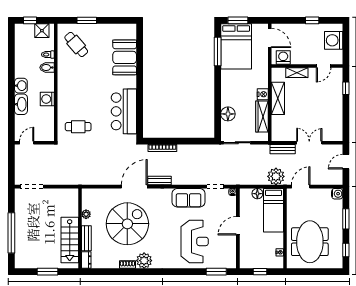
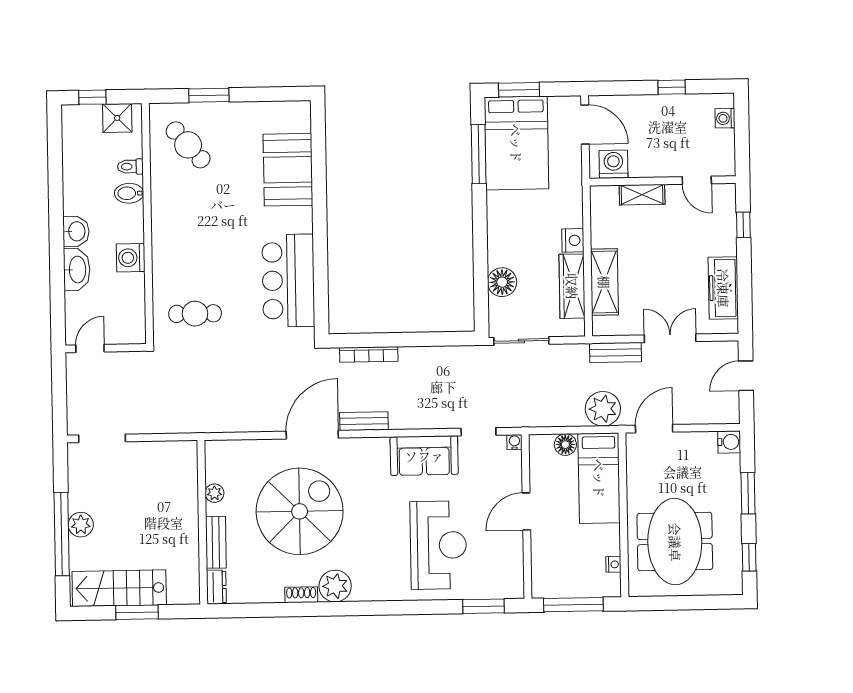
washing machine: (334, 40) -> (725, 118), width x0.53, depth x0.53
door: (324, 66) -> (697, 180), hinge flipped
shelving: (278, 98) -> (604, 282), moved
freezer: (336, 119) -> (723, 288), added
plant: (21, 228) -> (81, 525), added
stairs: (70, 240) -> (119, 588), moved, turned 90
window: (260, 272) -> (573, 605), width x2.17

